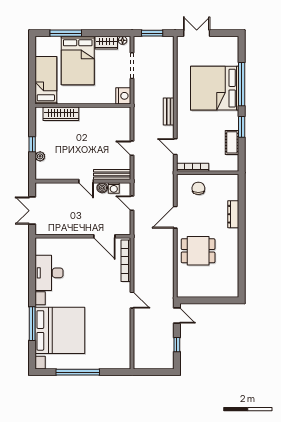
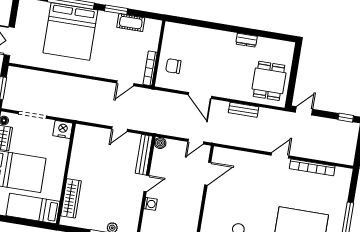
bench: (169, 112) -> (244, 110), moved
boiler: (102, 188) -> (160, 143), moved
washing machine: (114, 188) -> (150, 204), moved
door: (132, 203) -> (196, 142), moved
dresser: (233, 214) -> (246, 40), moved, width x0.70
dining table: (198, 251) -> (269, 81), moved
bookcase: (126, 261) -> (312, 167), moved
window: (177, 345) -> (346, 118), moved

